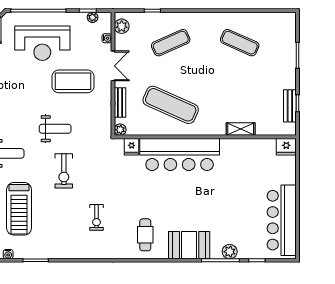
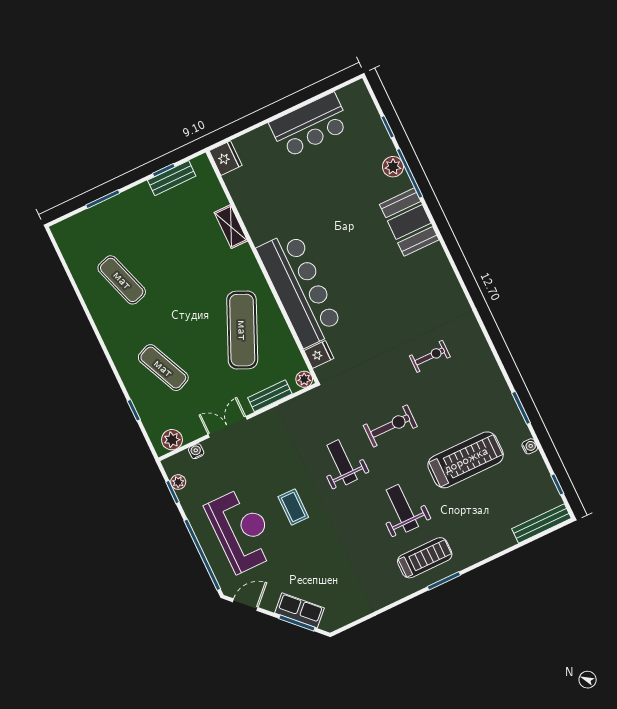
exercise mat: (240, 43) -> (122, 280), turned -42
coffee table: (73, 81) -> (293, 507), moved, width x0.54, depth x0.58
bar counter: (282, 220) -> (310, 125), width x0.73
cafe table: (145, 235) -> (423, 284), removed

